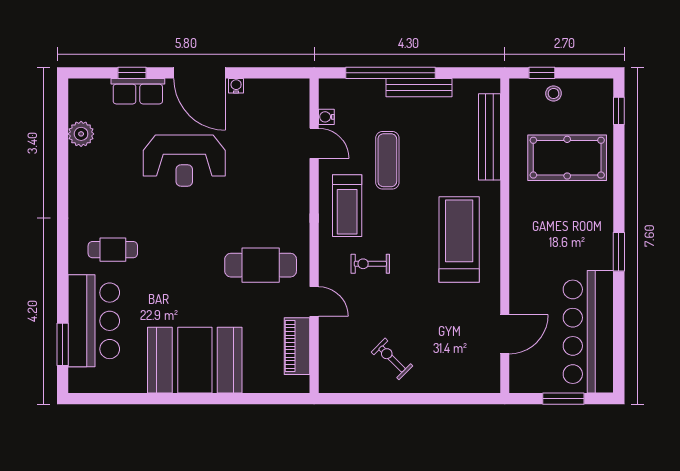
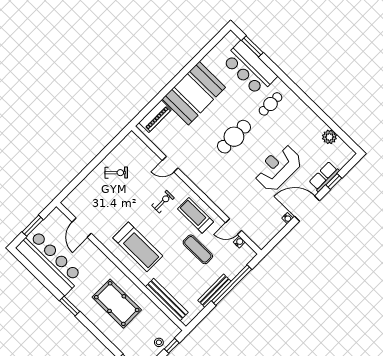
pool table: (567, 158) -> (117, 304), moved, turned 90
cafe table: (261, 265) -> (234, 137), moved
piano: (297, 346) -> (155, 116), moved, turned 90

